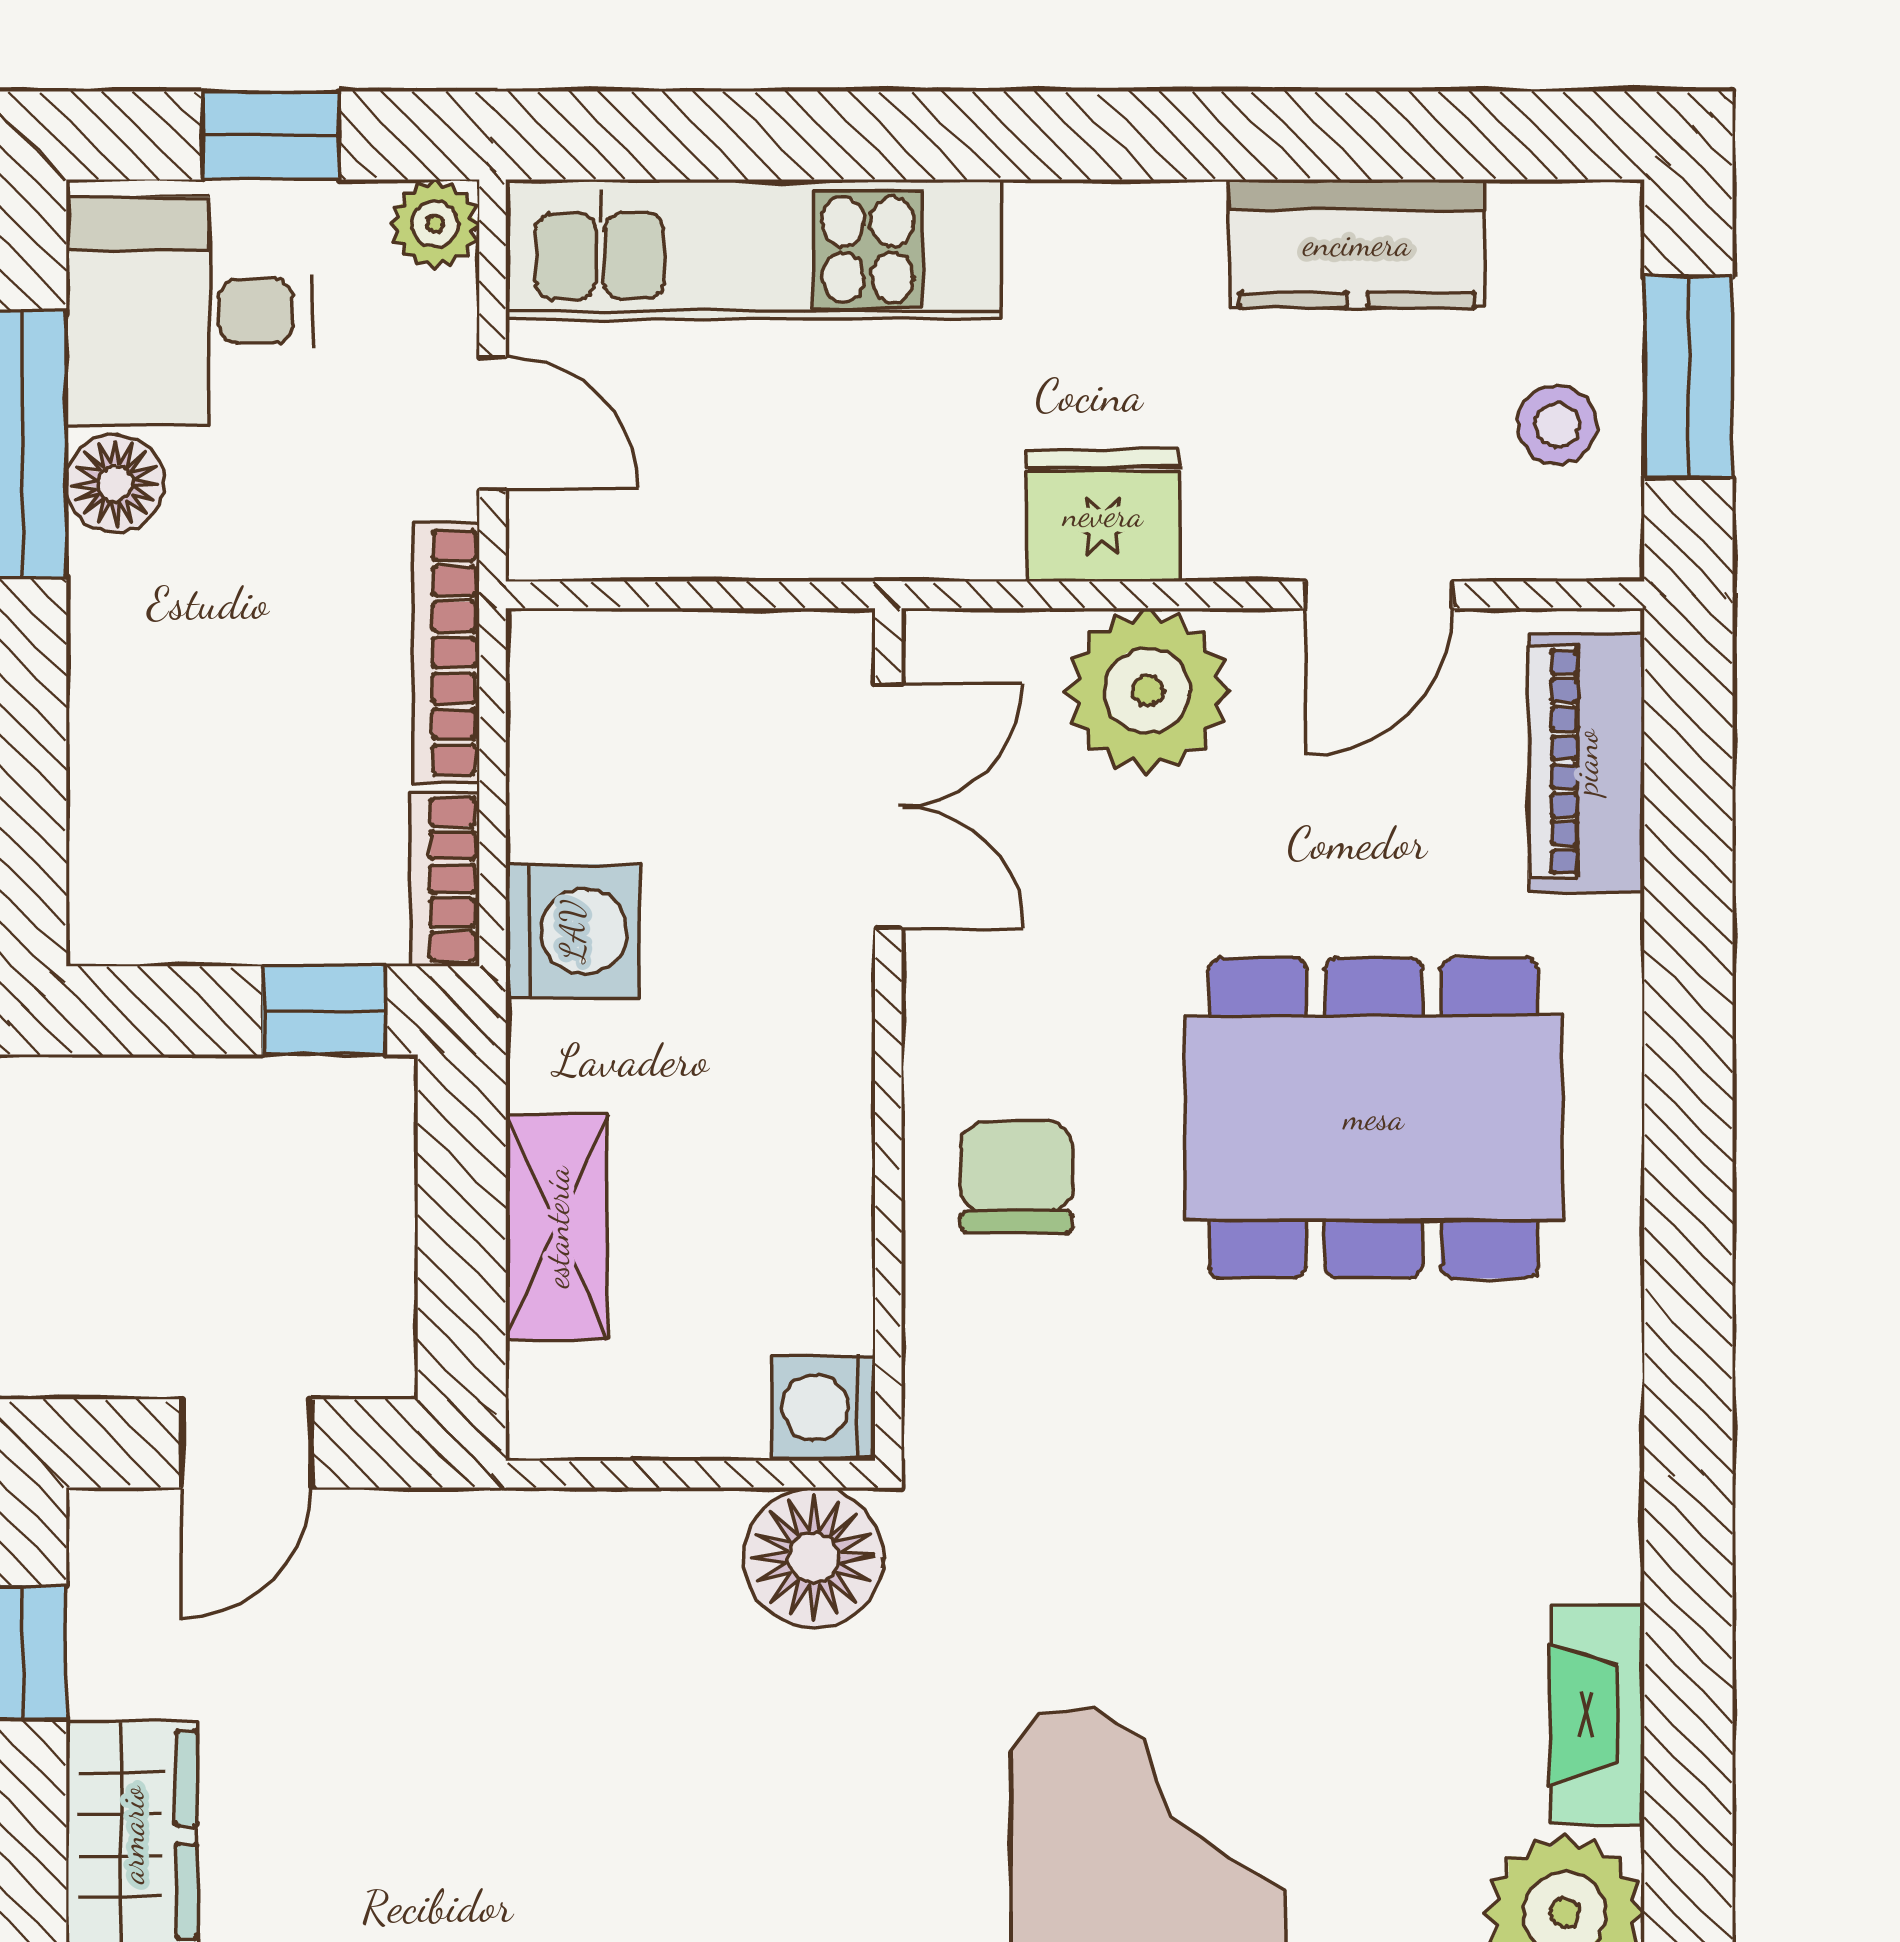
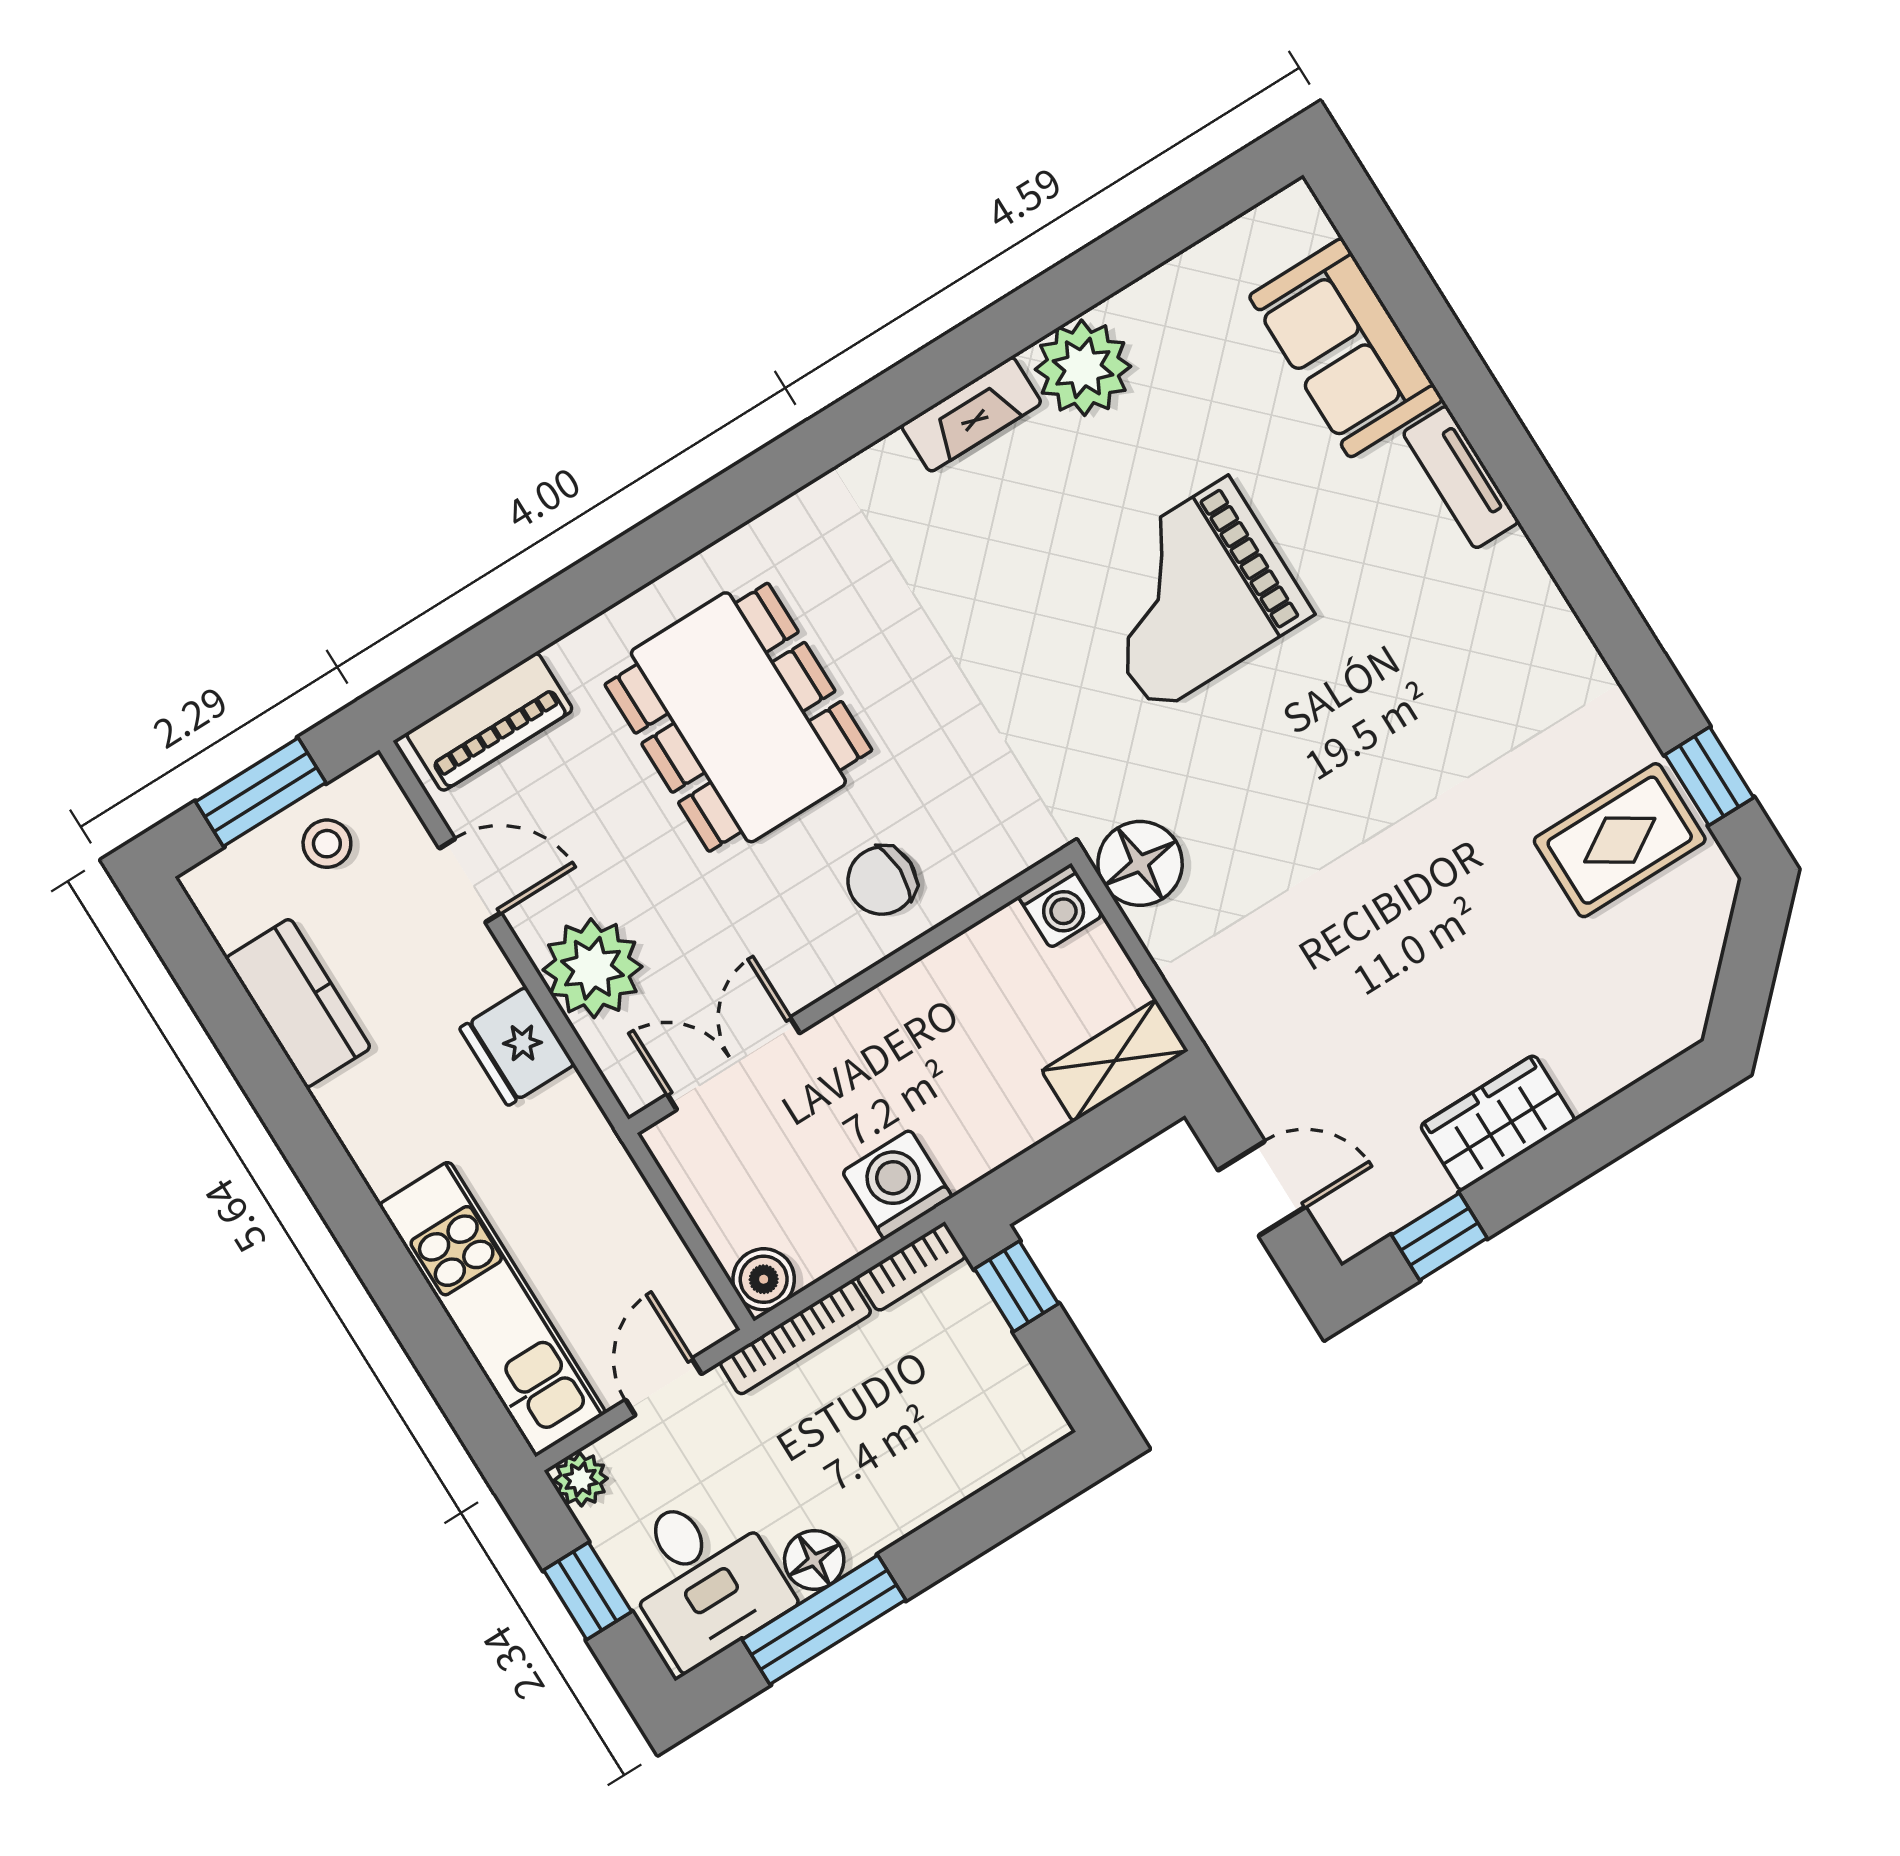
boiler: (557, 659) -> (764, 1279), added
shelving: (557, 1227) -> (1115, 1061), moved

